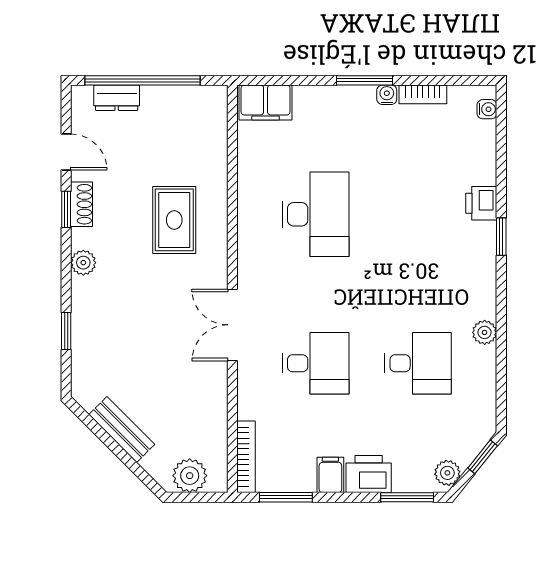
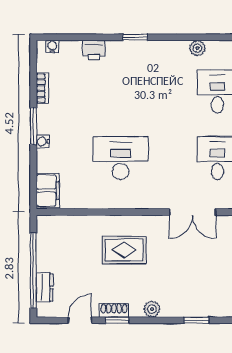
water cooler: (387, 95) -> (43, 141), moved
printer: (481, 203) -> (94, 50), moved

